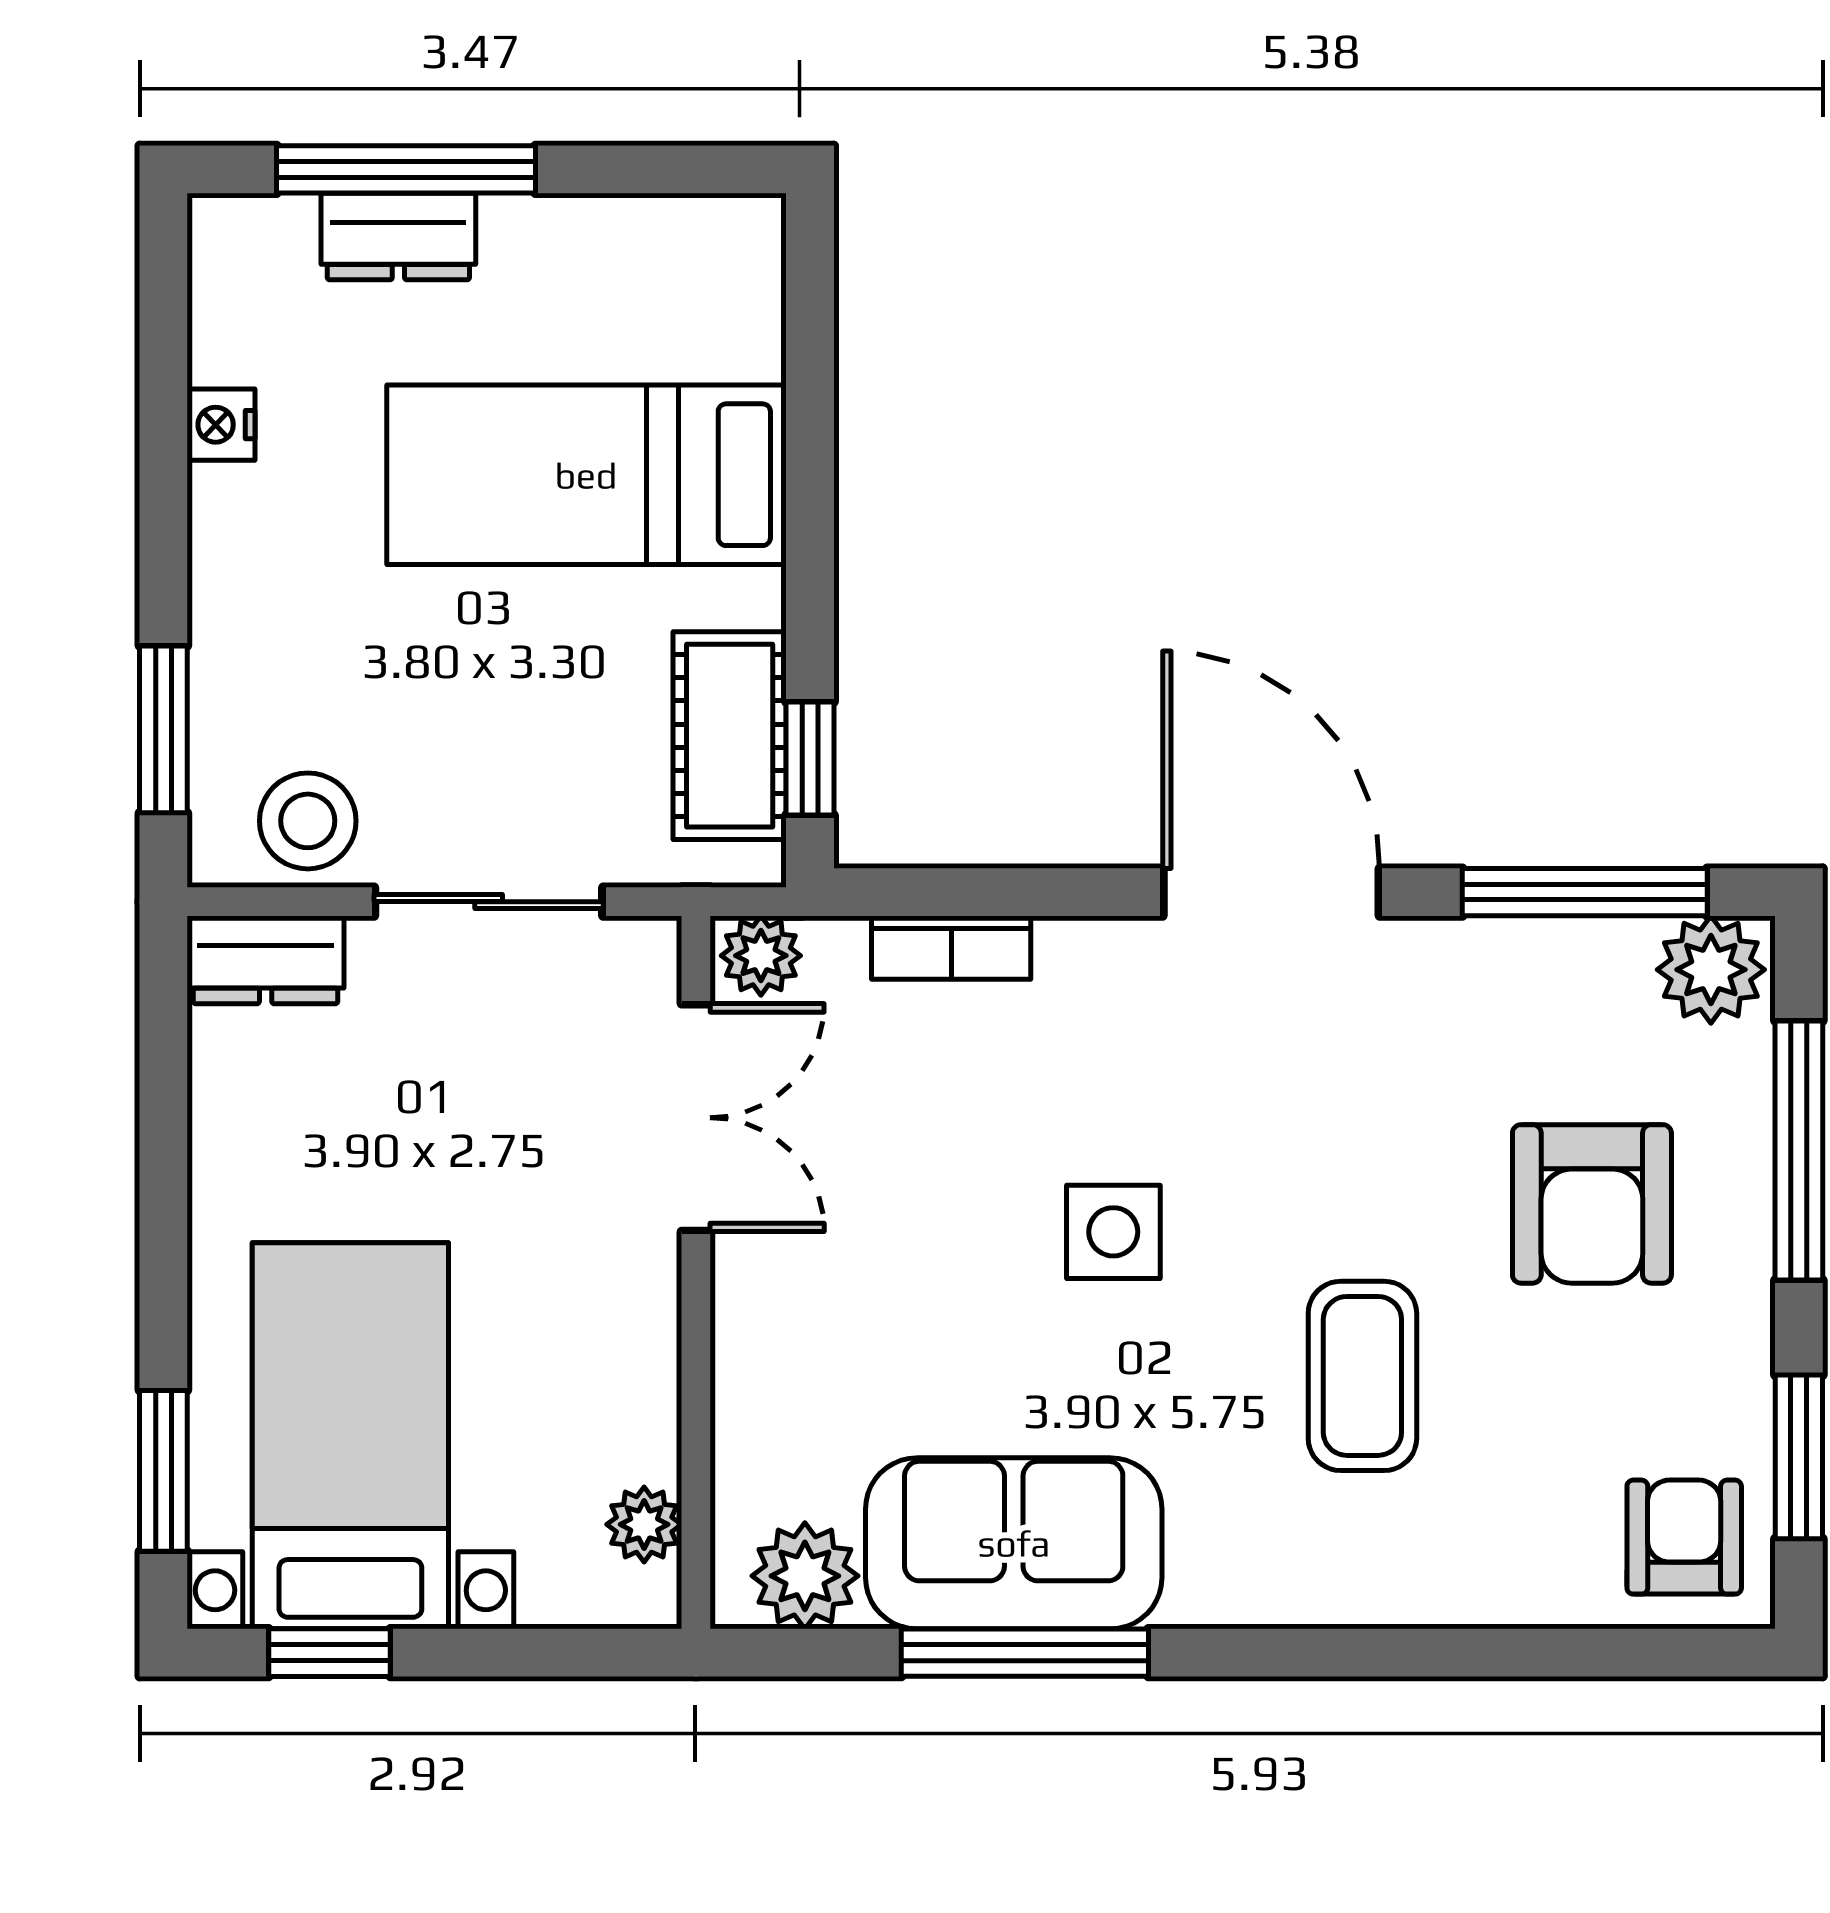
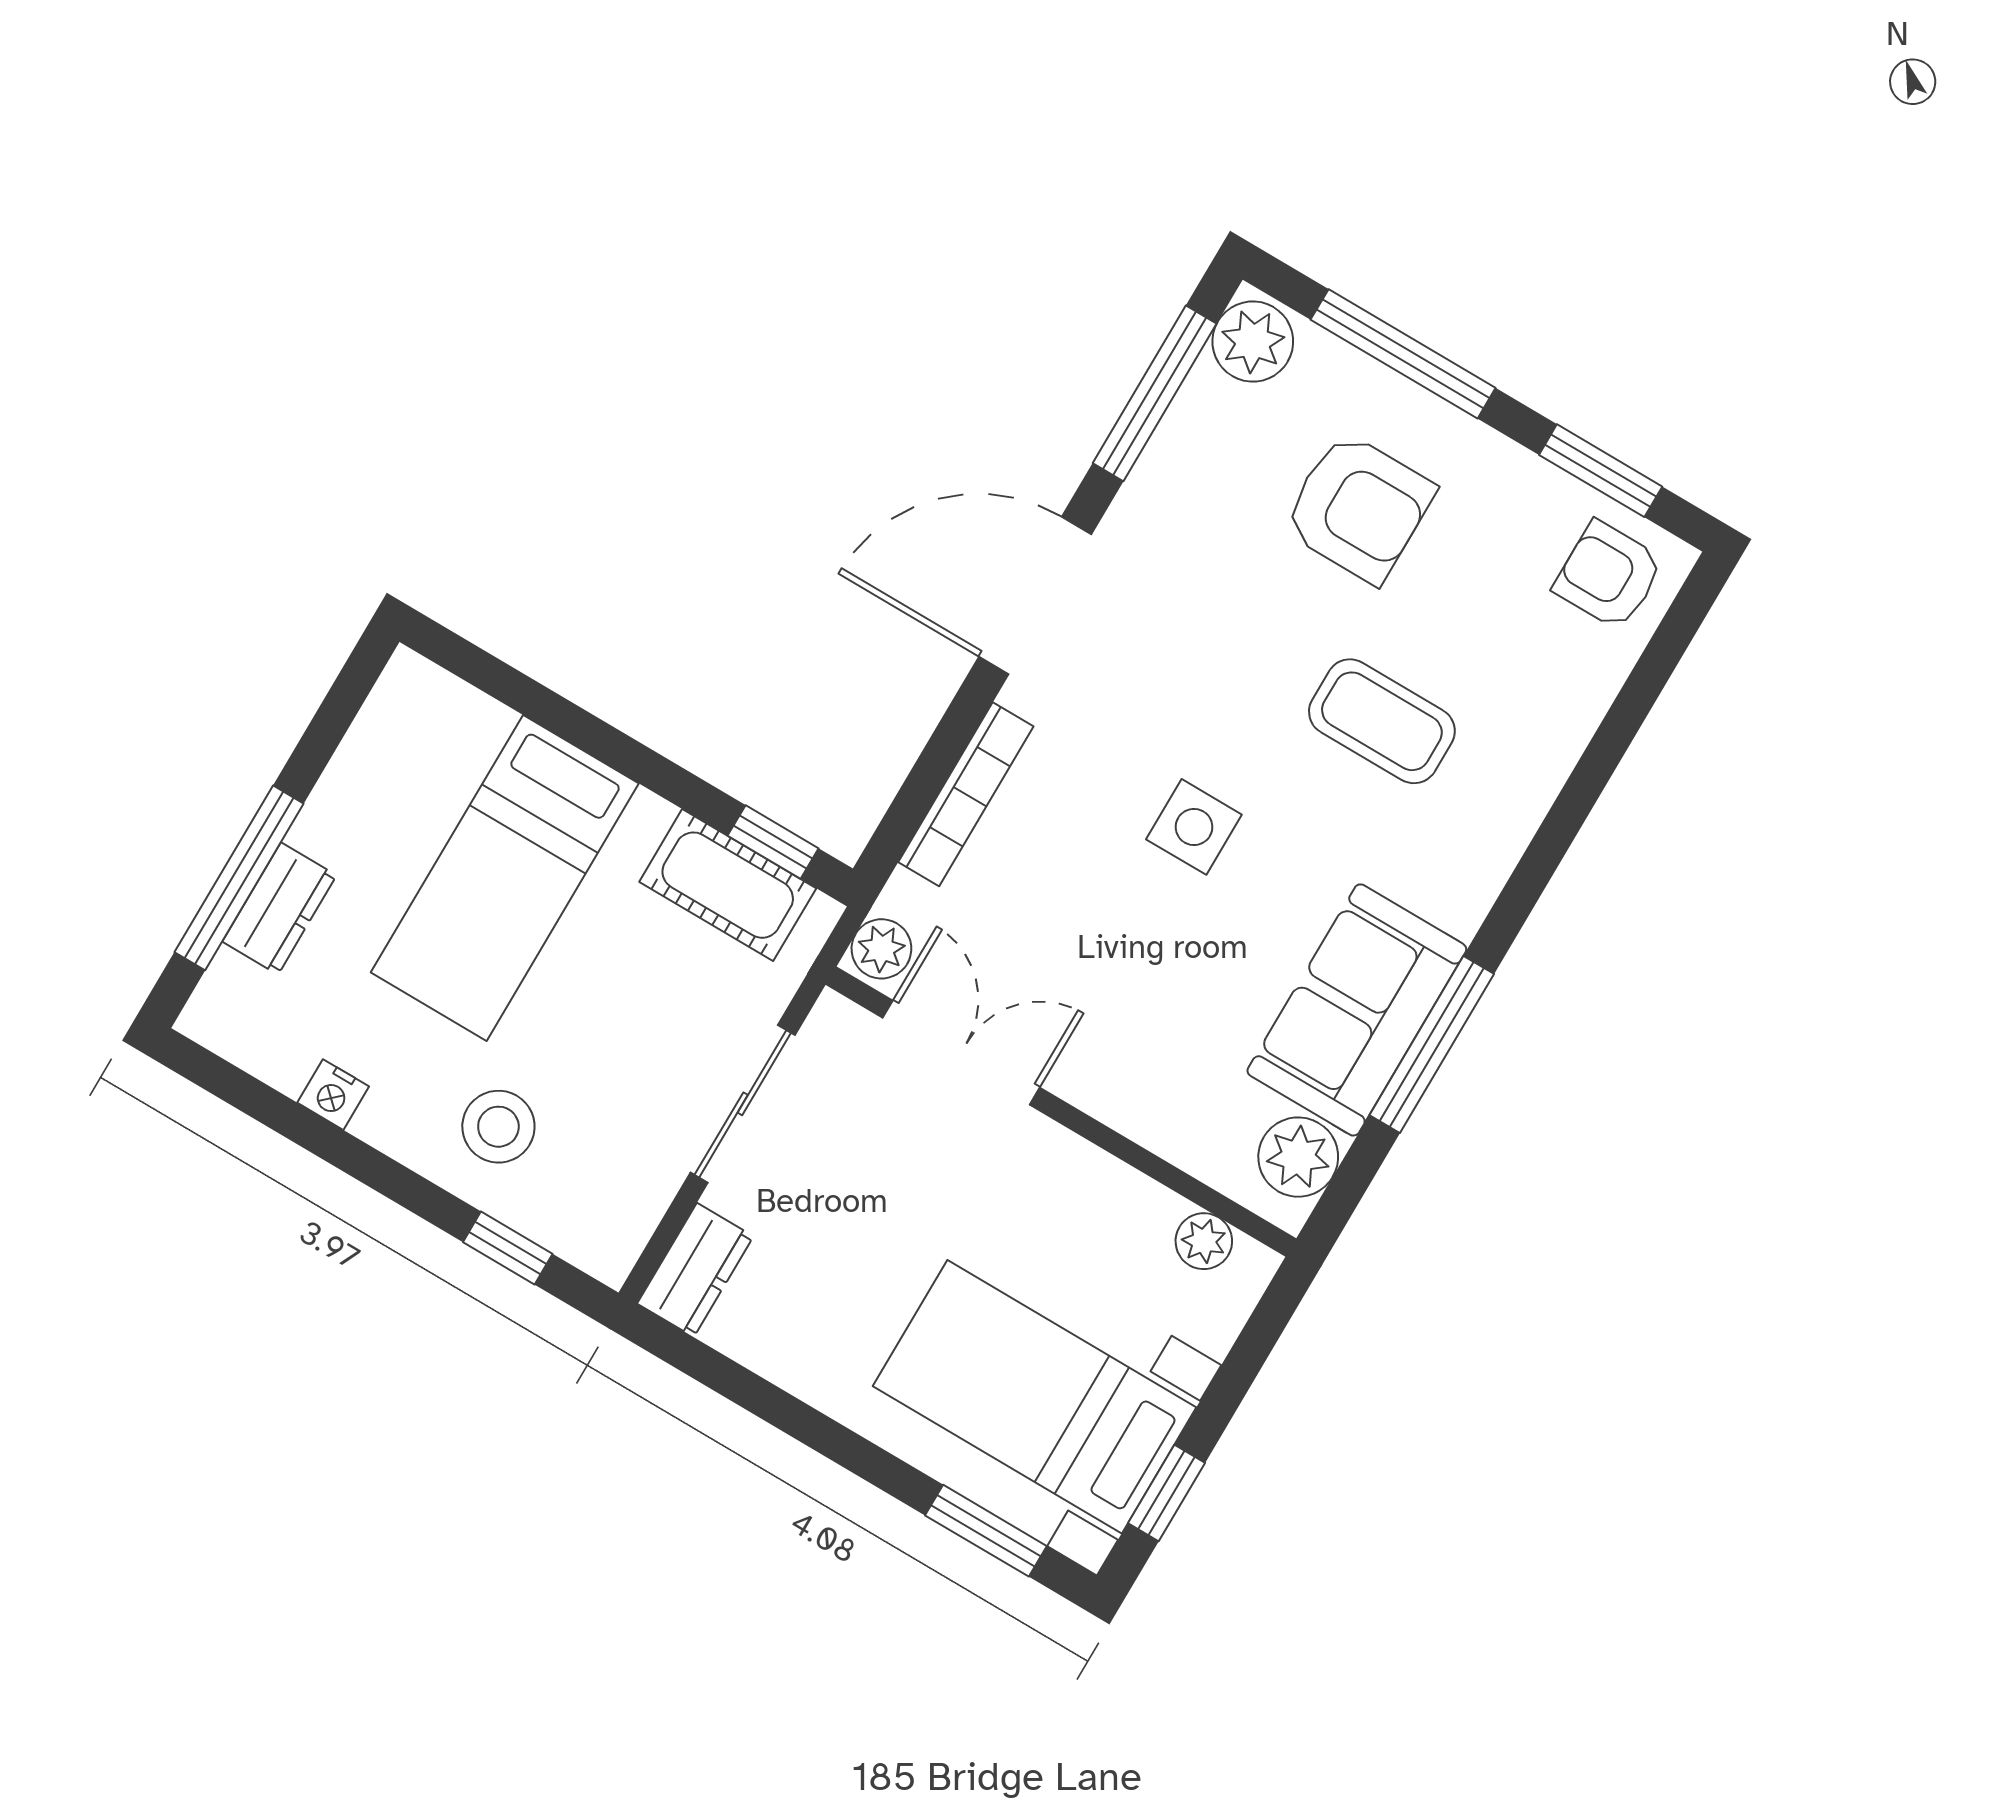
window: (163, 729) -> (508, 1248), width x0.67
stool: (308, 821) -> (498, 1127), moved
bookcase: (951, 948) -> (966, 794), width x1.56

